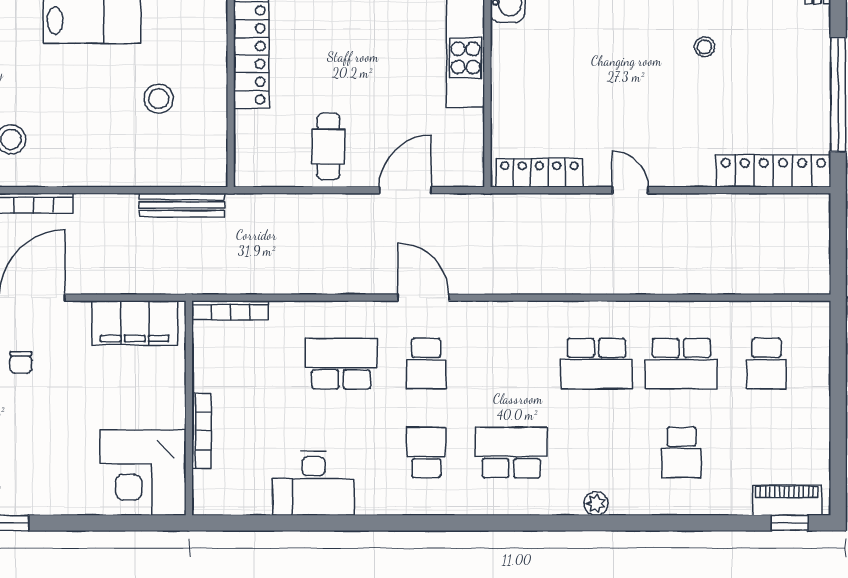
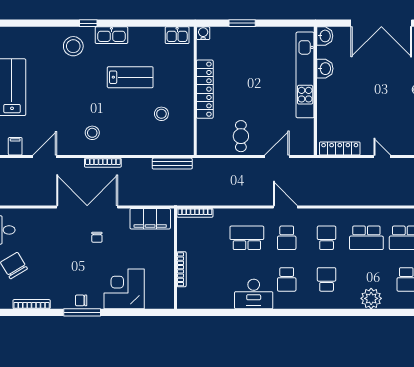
school desk: (511, 364) -> (327, 238), added
school desk: (426, 452) -> (287, 279), turned 180
school desk: (511, 452) -> (327, 279), width x0.54
corner desk: (143, 473) -> (124, 289), moved, turned 90
desk: (314, 484) -> (254, 294), moved
plant: (596, 504) -> (371, 298), width x1.88, depth x1.88

